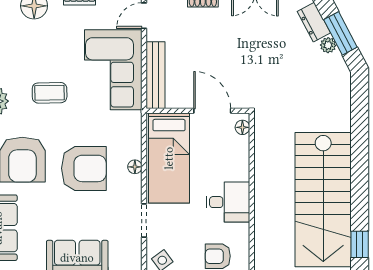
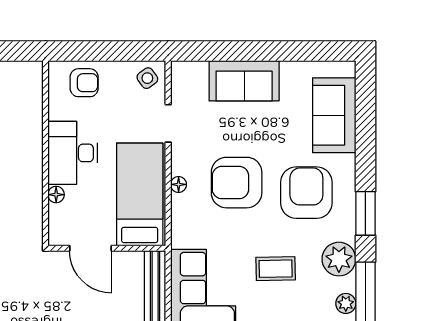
floor lamp: (242, 127) -> (56, 195), moved
desk: (228, 202) -> (73, 153), width x1.37

